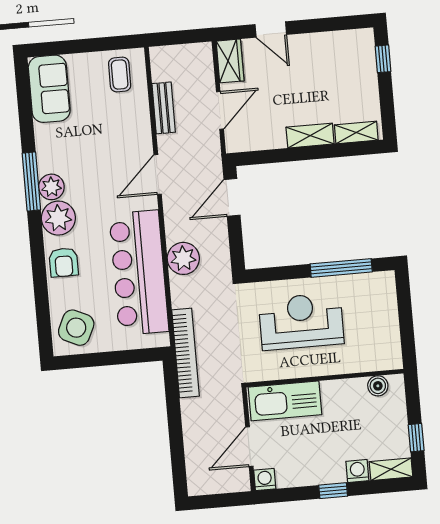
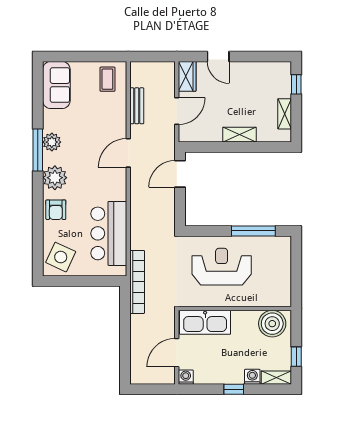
shelving: (356, 132) -> (285, 114), moved, turned 90
plant: (51, 187) -> (52, 142), moved
plant: (183, 258) -> (141, 214), removed
bar counter: (139, 273) -> (109, 233), width x0.73
boiler: (378, 386) -> (272, 324), width x1.86, depth x1.86

